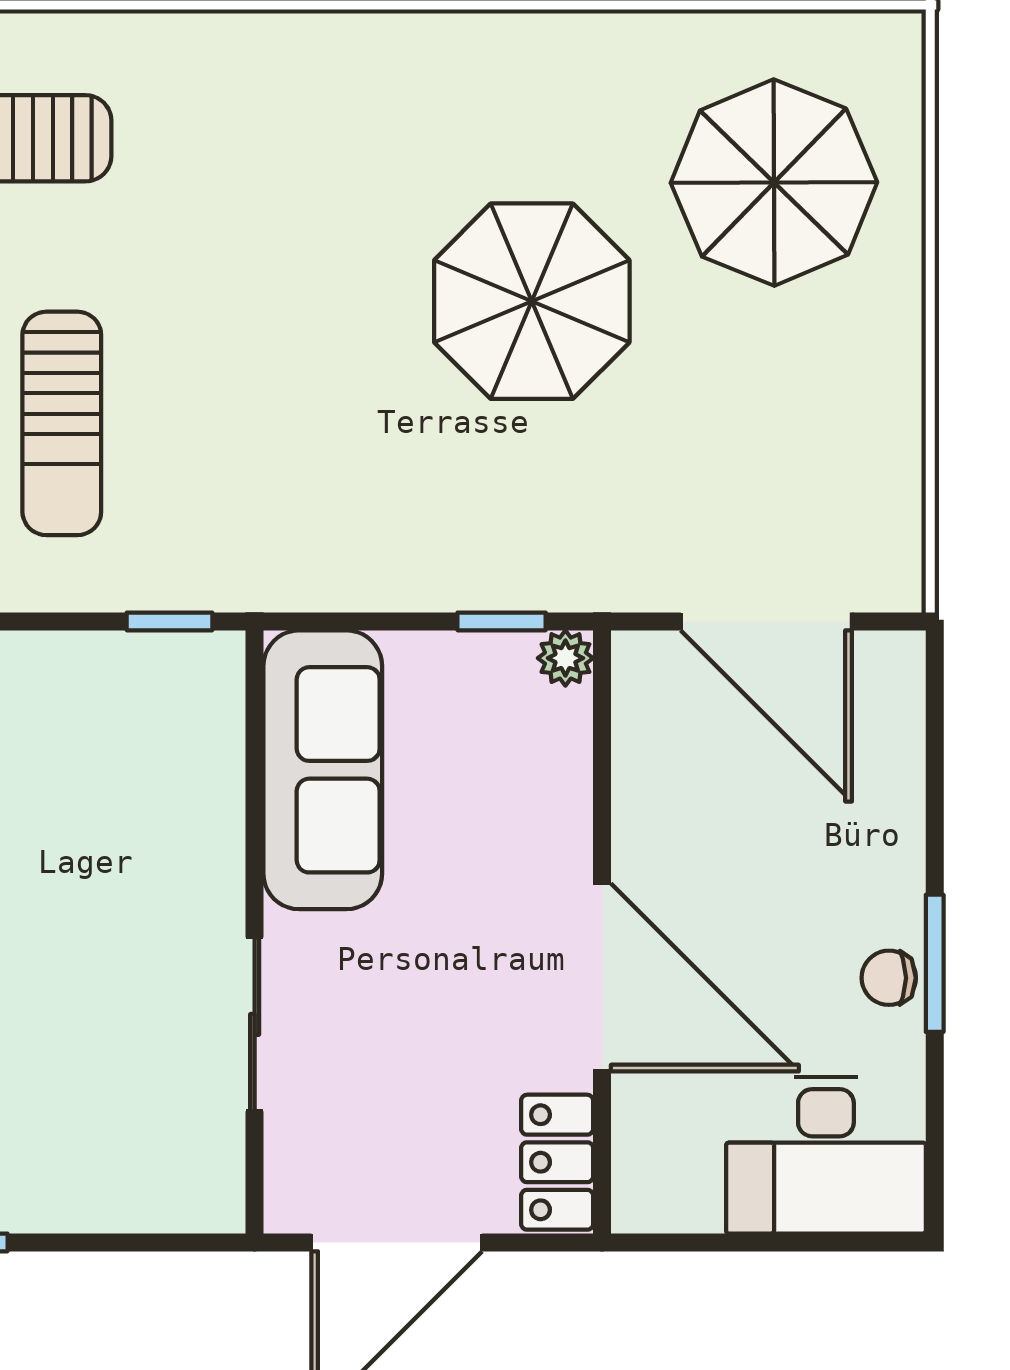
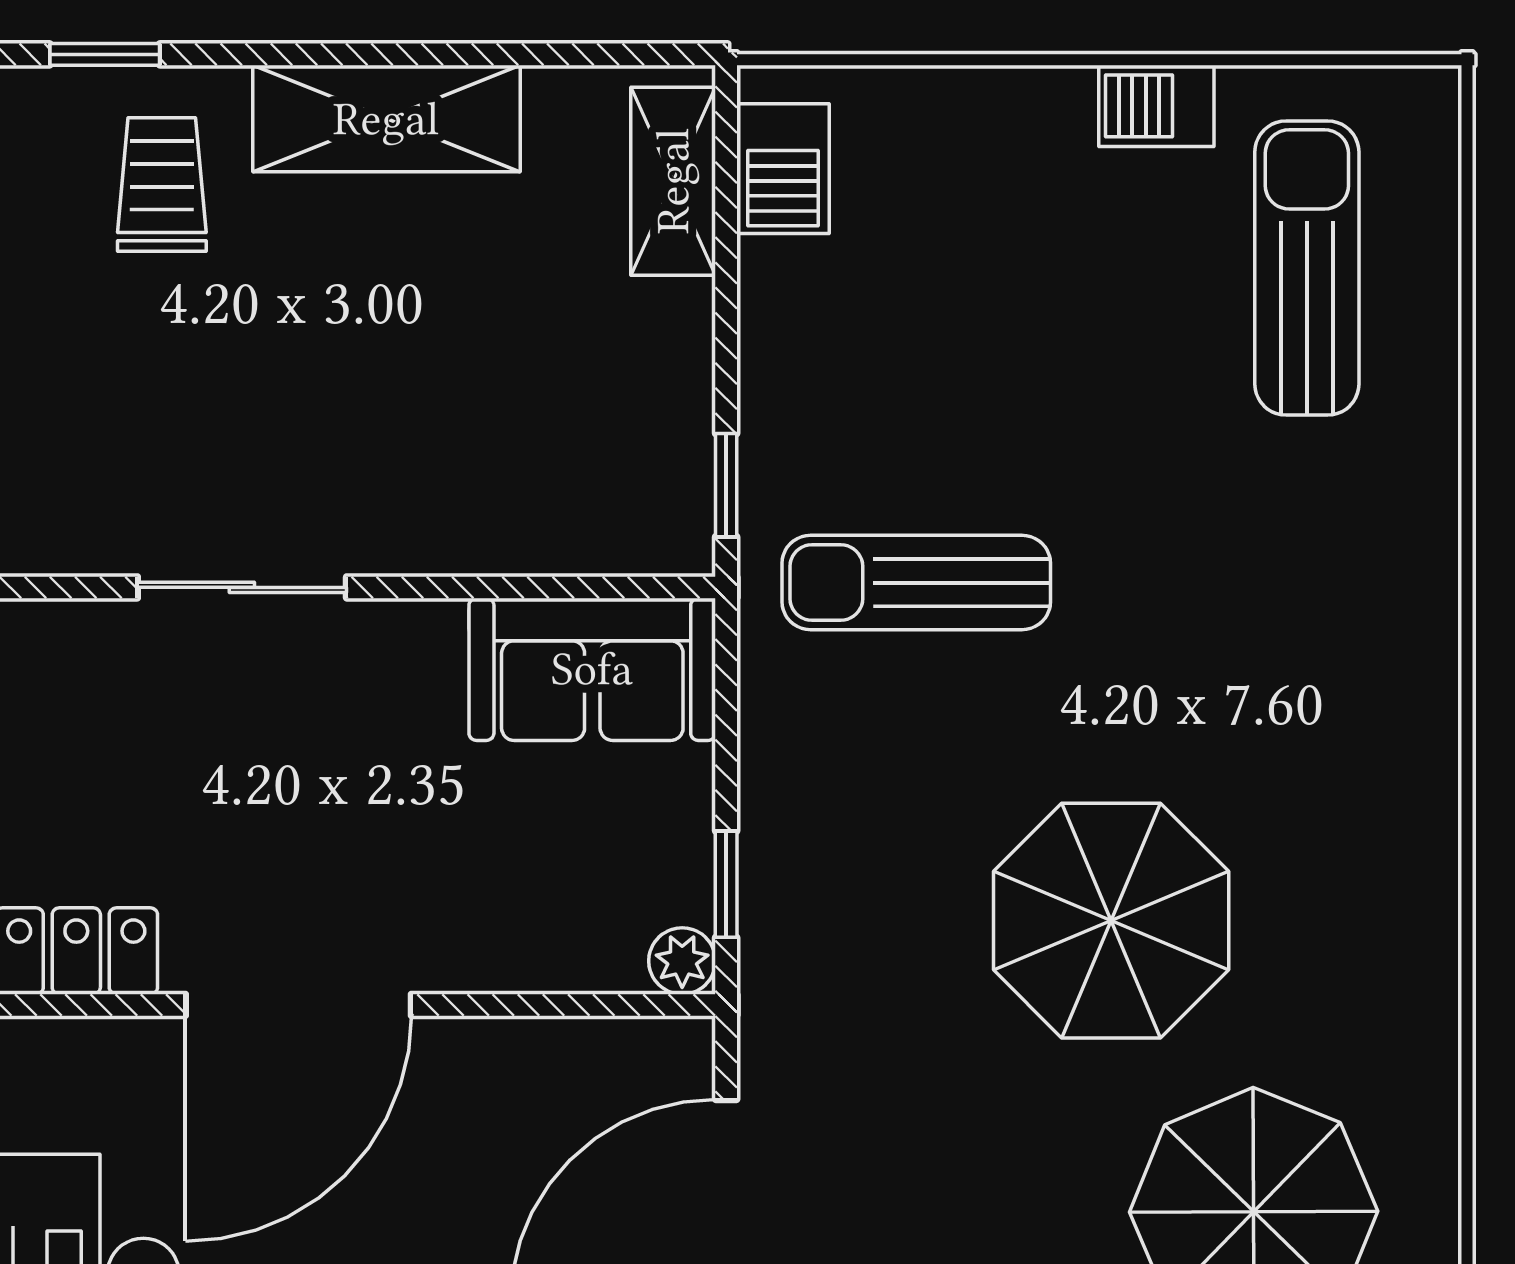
sun lounger: (62, 423) -> (916, 583), moved
sofa: (323, 770) -> (592, 669), width x0.73

